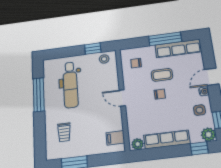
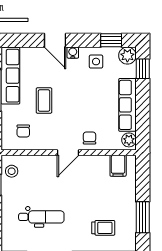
dental chair: (70, 85) -> (41, 217), width x0.73, depth x0.72
chair: (160, 94) -> (90, 138), moved

